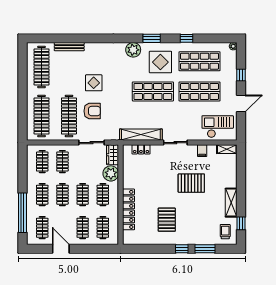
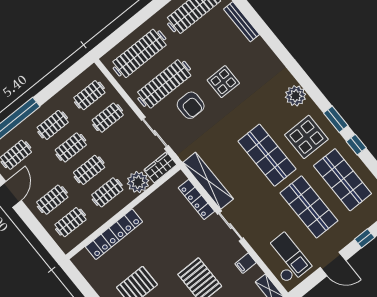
window: (152, 38) -> (336, 119), moved
locker: (141, 149) -> (196, 200), width x1.53

